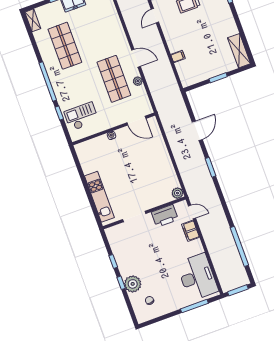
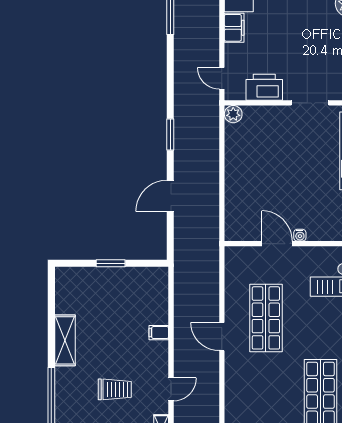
shelving: (239, 51) -> (65, 340), moved
filing cabinet: (178, 56) -> (159, 333), moved
plant: (138, 81) -> (232, 302), removed
door: (136, 121) -> (277, 244), moved
filing cabinet: (190, 231) -> (234, 28), moved

